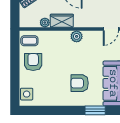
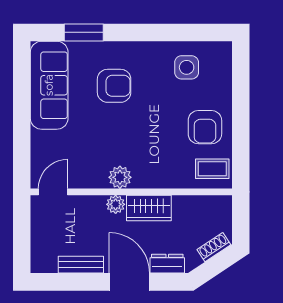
plant: (45, 23) -> (116, 204), moved
side table: (27, 94) -> (187, 67), moved

